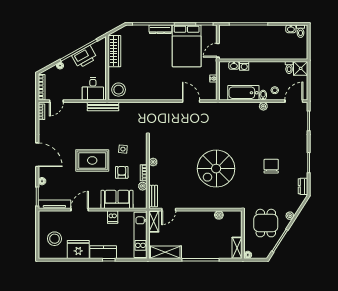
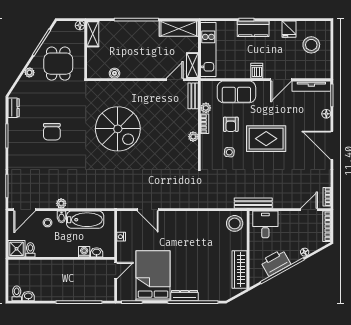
spiral stairs: (216, 169) -> (118, 129), turned 90
dishwasher: (113, 217) -> (257, 71), moved
fridge: (78, 250) -> (289, 29), width x0.53, depth x0.75

